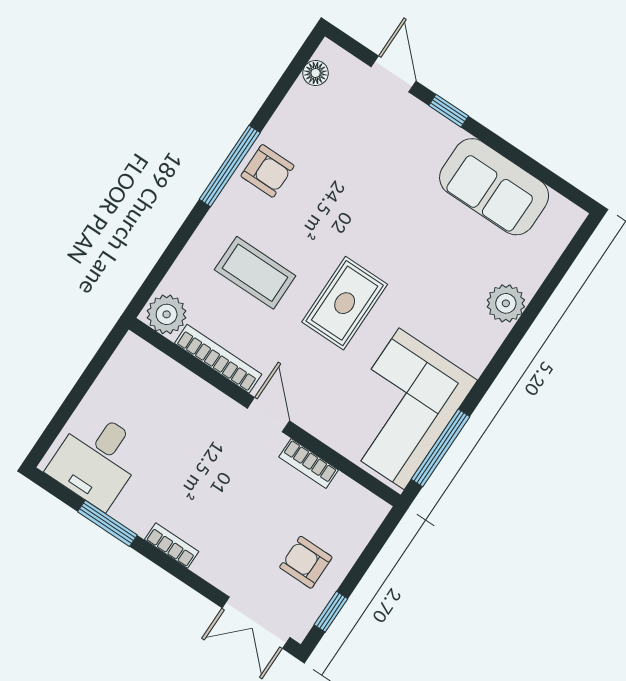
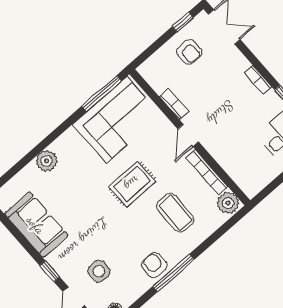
side table: (362, 134) -> (99, 271), added

